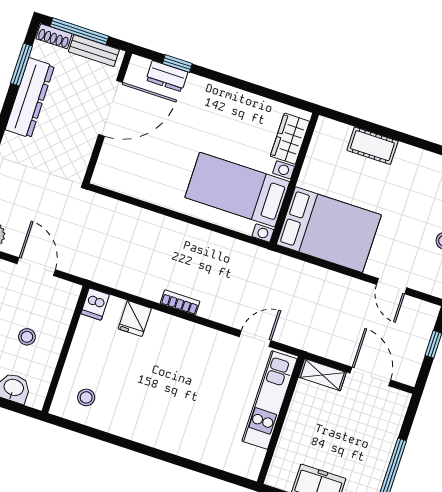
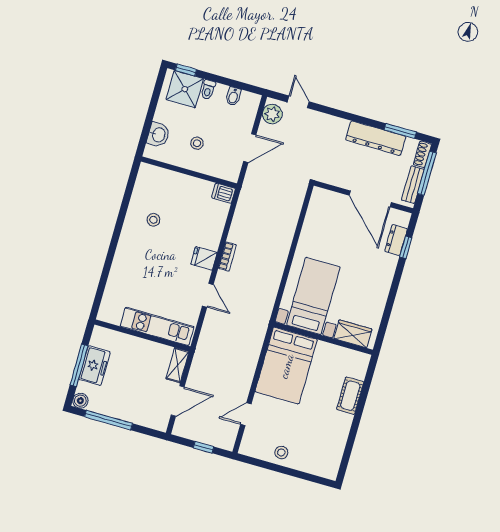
fridge: (135, 319) -> (204, 258), moved
door: (255, 339) -> (208, 295), moved
stool: (86, 397) -> (153, 220), moved

